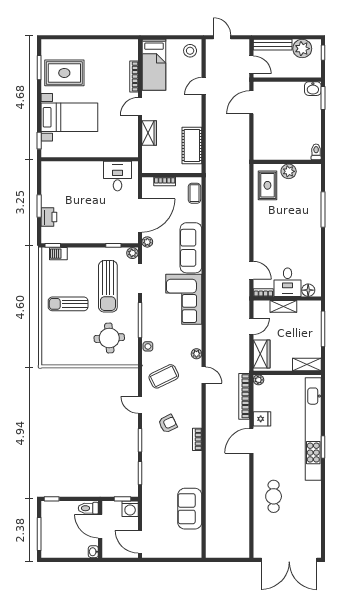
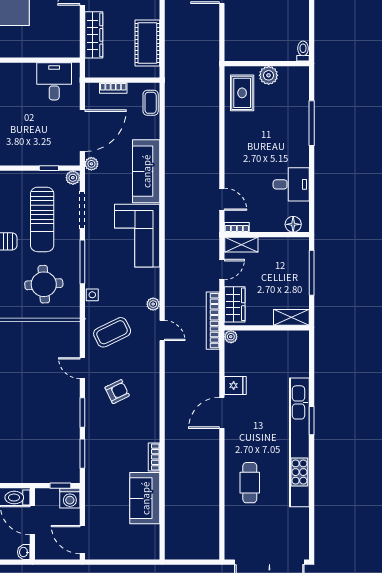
wardrobe: (149, 133) -> (94, 35), width x1.50
desk: (288, 282) -> (291, 184), moved, turned -90
shelving: (283, 306) -> (241, 245), moved
bookcase: (244, 396) -> (213, 321), moved
kitchen unit: (313, 429) -> (299, 442), moved
bookcase: (197, 439) -> (154, 457), moved

